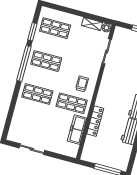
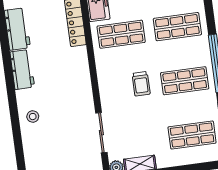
trolley: (82, 84) -> (141, 84), moved

